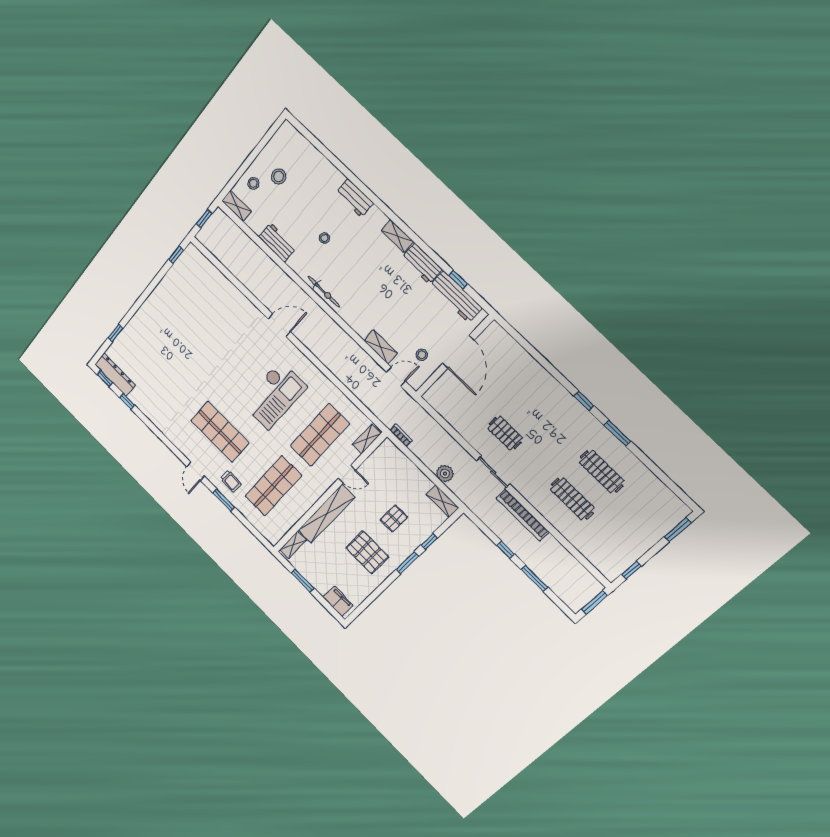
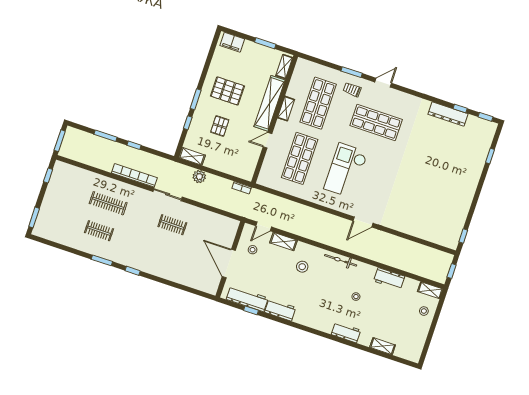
stool: (279, 176) -> (302, 267), moved
shelving: (397, 236) -> (383, 346), moved
dresser: (115, 375) -> (448, 114), moved
shelving: (367, 439) -> (286, 109), moved
door: (196, 471) -> (383, 83), hinge flipped
clothes rail: (602, 472) -> (99, 231), width x0.73

